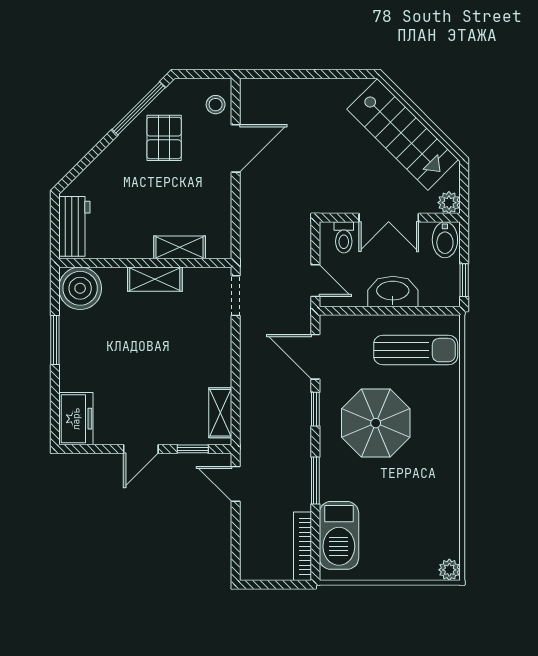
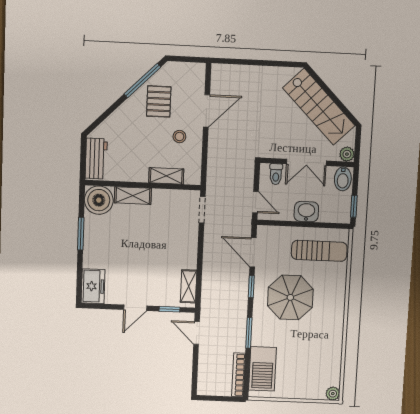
stool: (216, 105) -> (179, 137), moved
shelving: (155, 279) -> (133, 196), moved
washbasin: (393, 291) -> (306, 212), width x0.72

